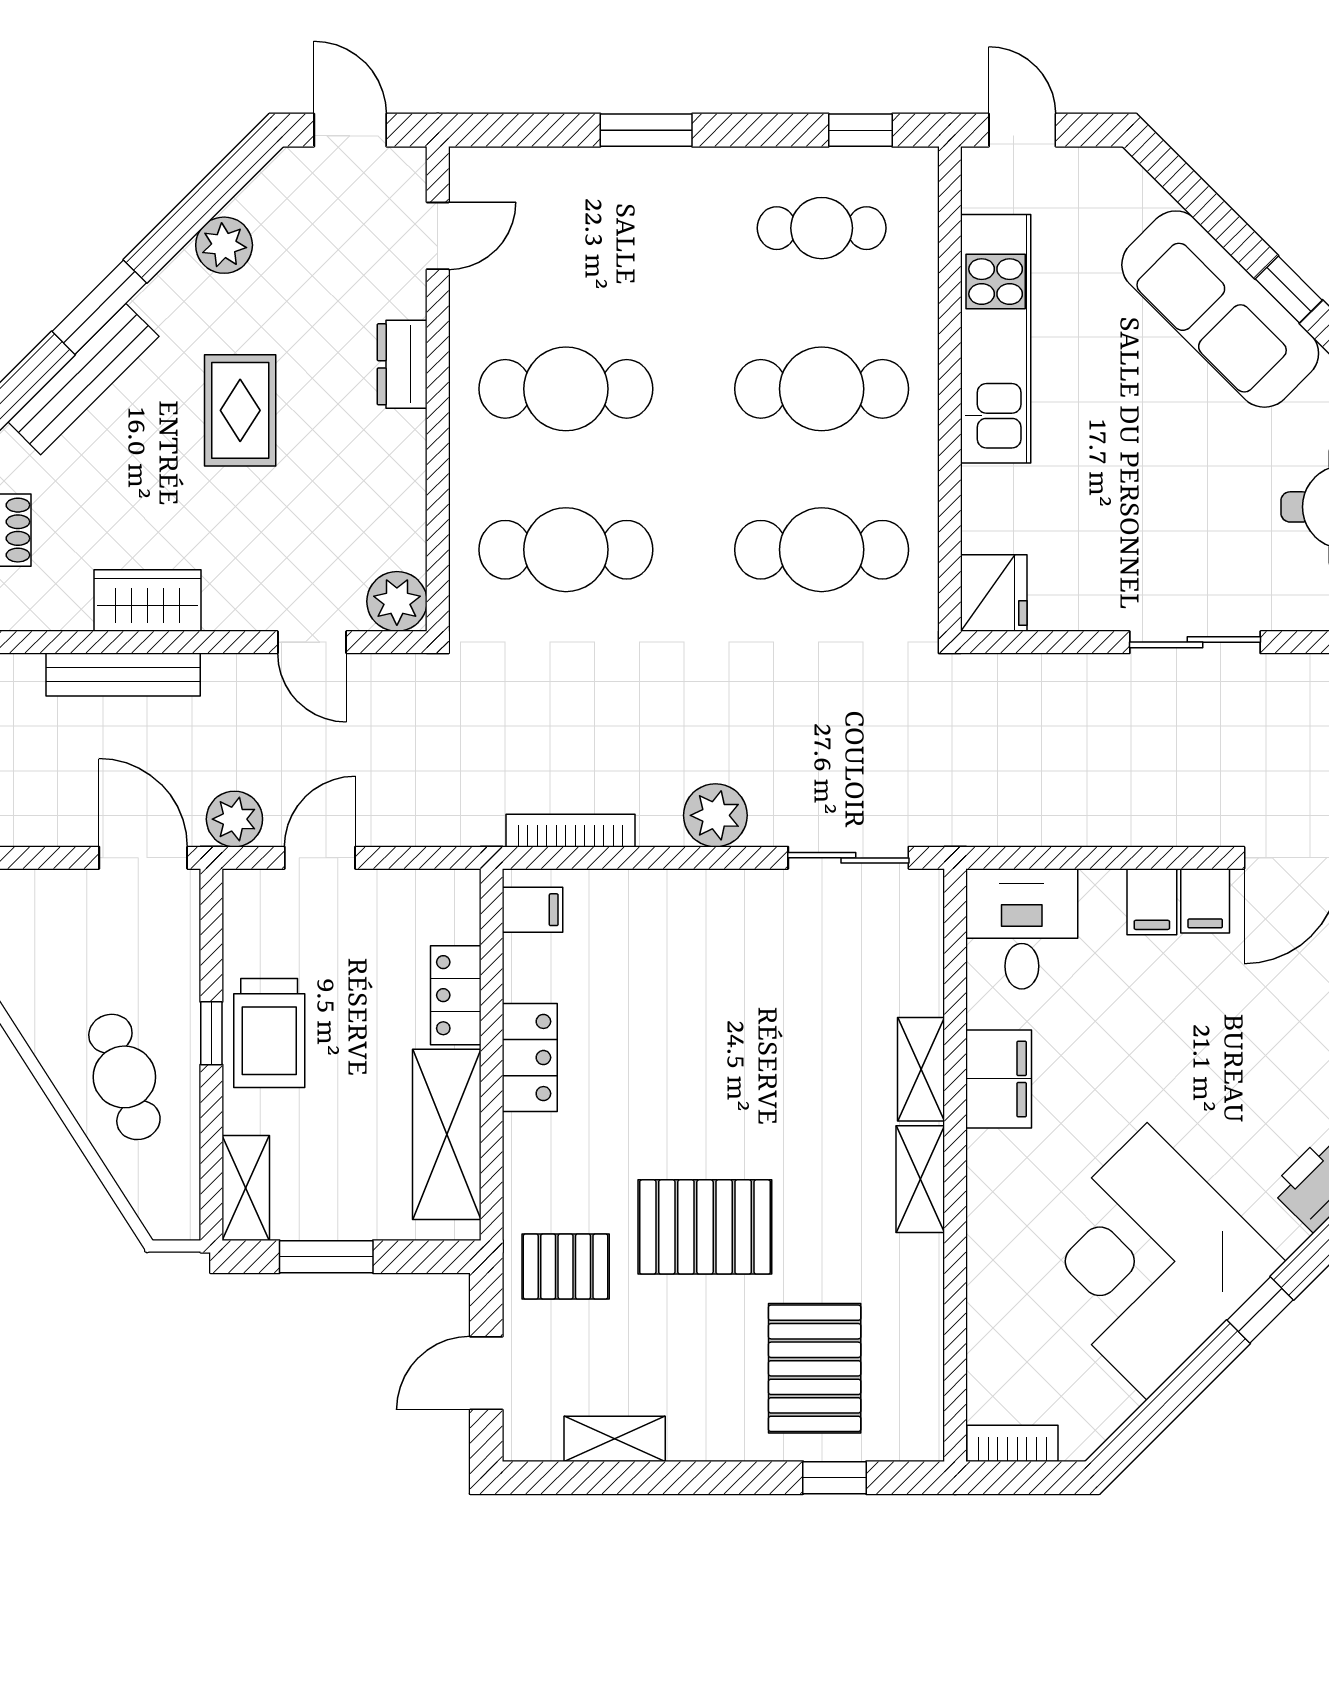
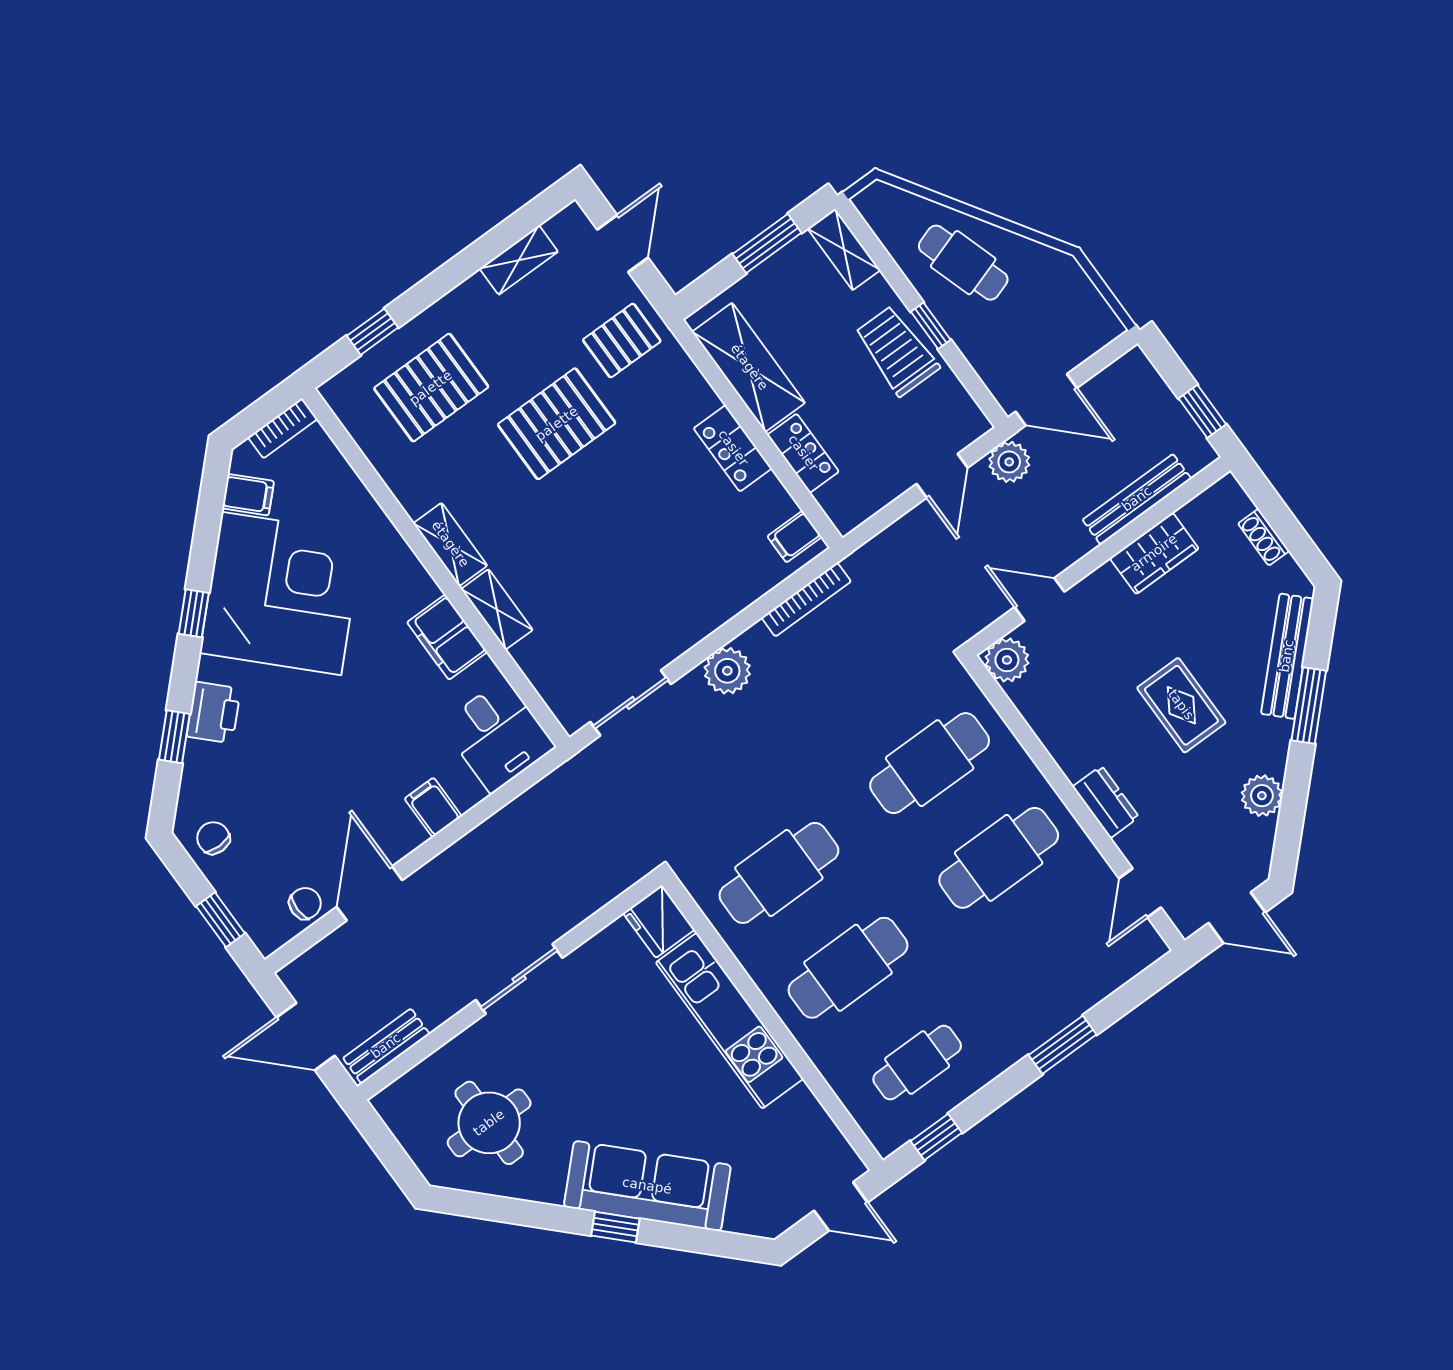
kitchen unit: (996, 339) -> (730, 1021), moved
filing cabinet: (1205, 901) -> (248, 495), moved, turned 135
pallet: (815, 1368) -> (431, 388), turned 90

